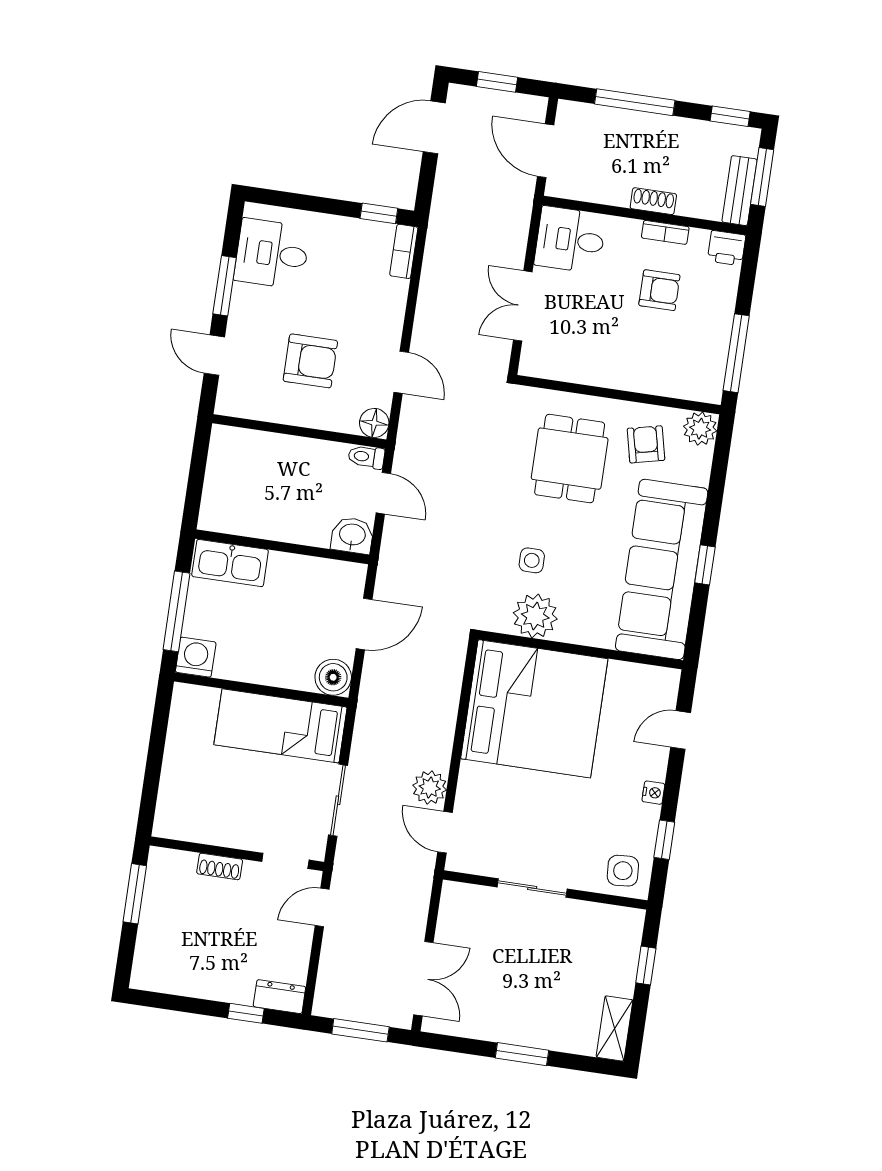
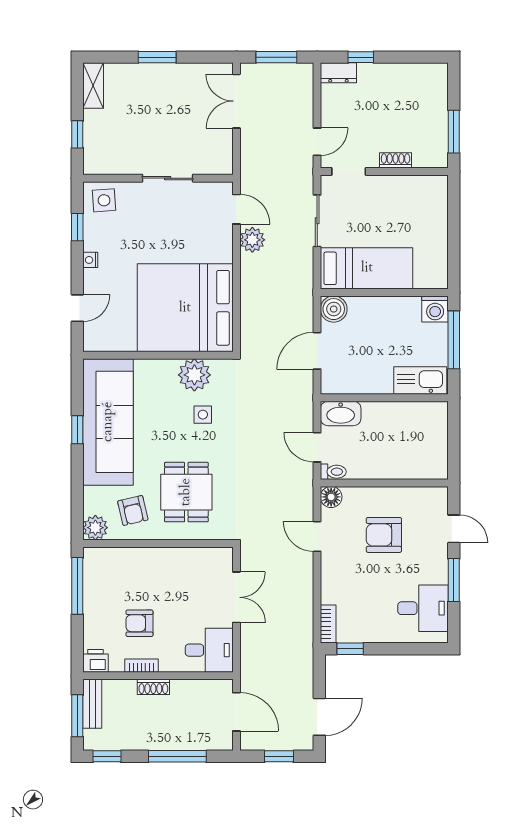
washbasin: (352, 535) -> (341, 413), width x1.38

